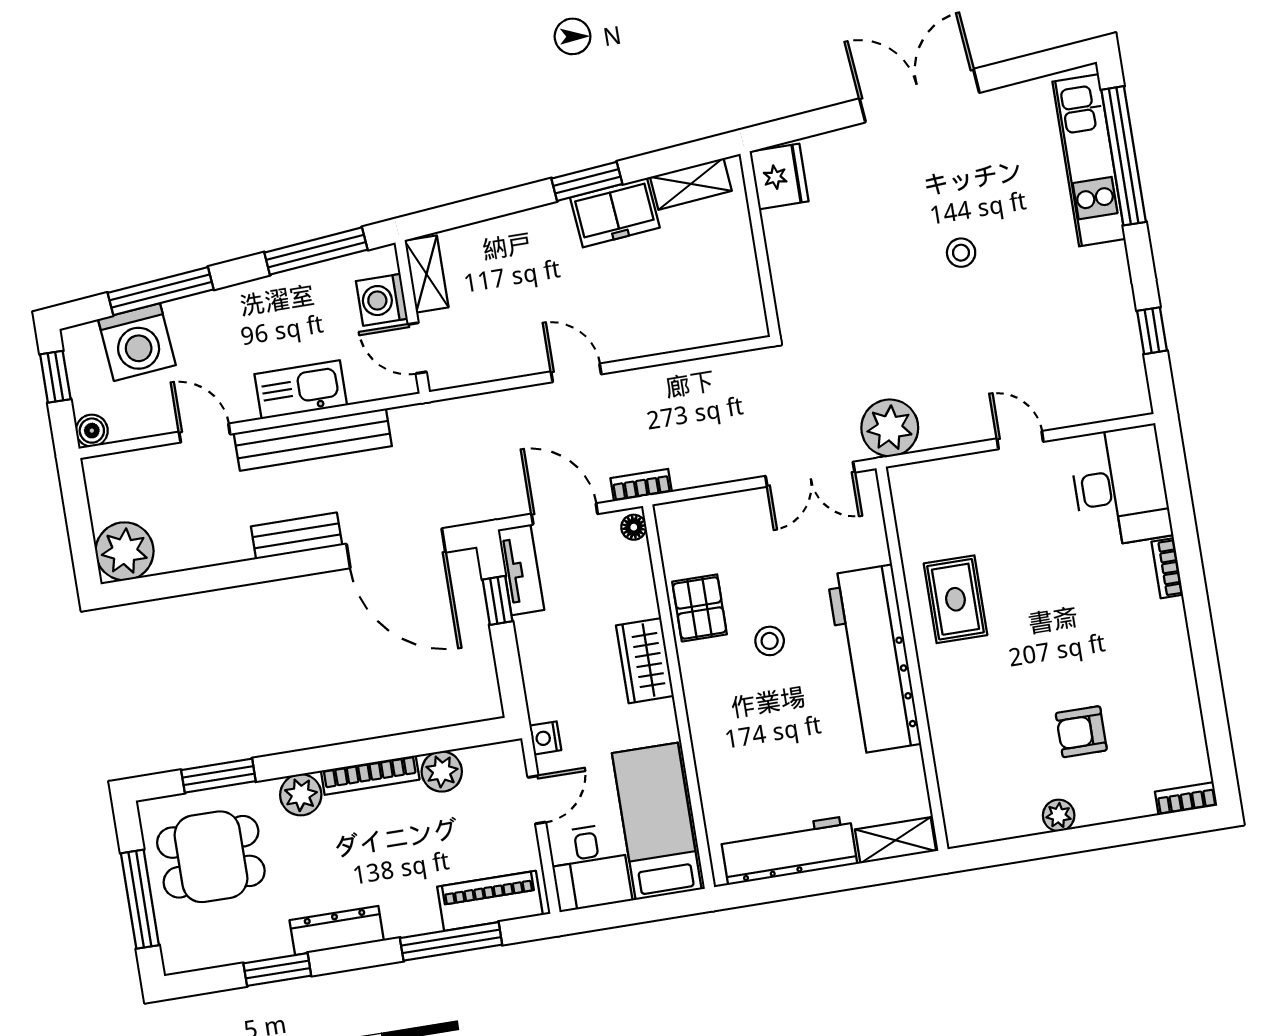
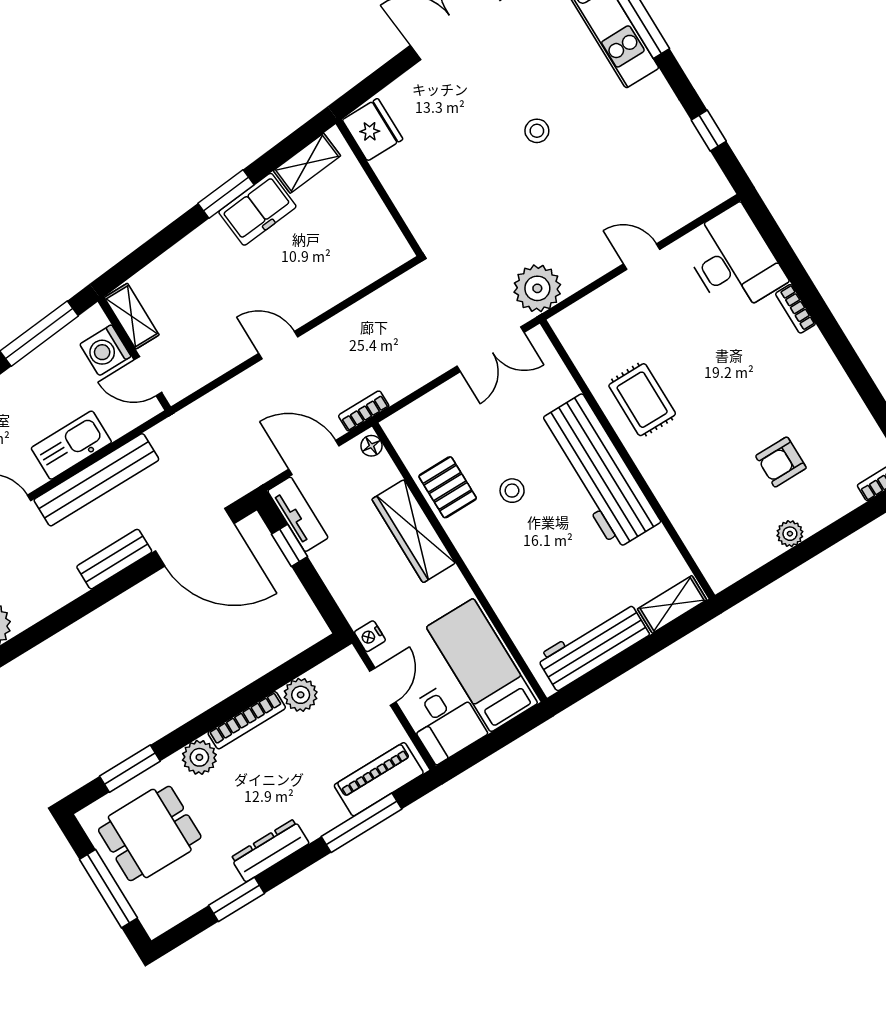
wardrobe: (645, 661) -> (414, 531), width x1.50

